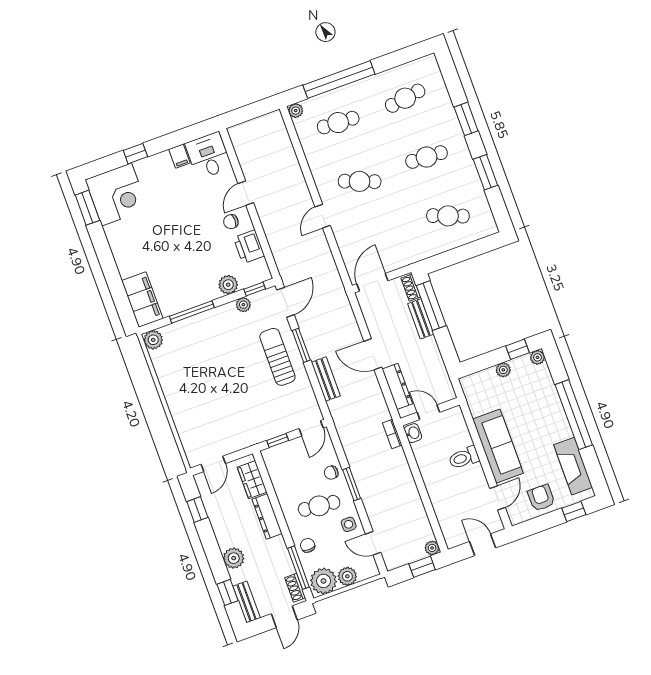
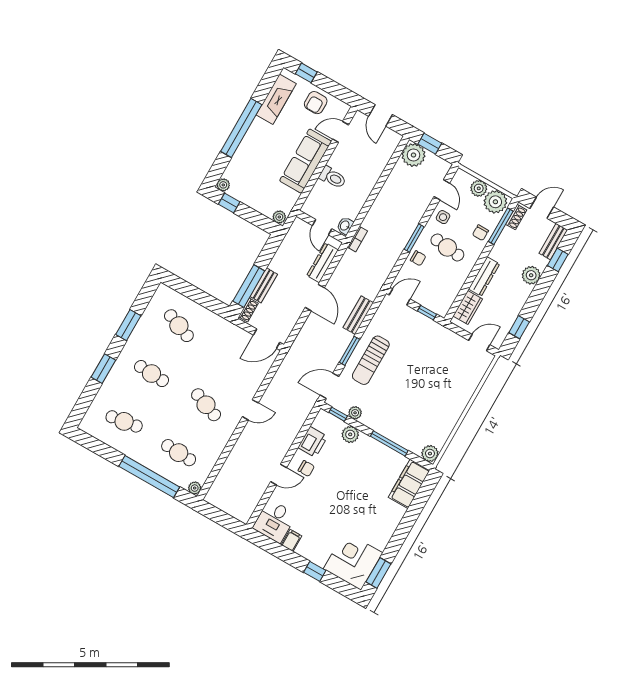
plant: (503, 370) -> (279, 217), moved
plant: (432, 548) -> (413, 155), width x1.87, depth x1.87

